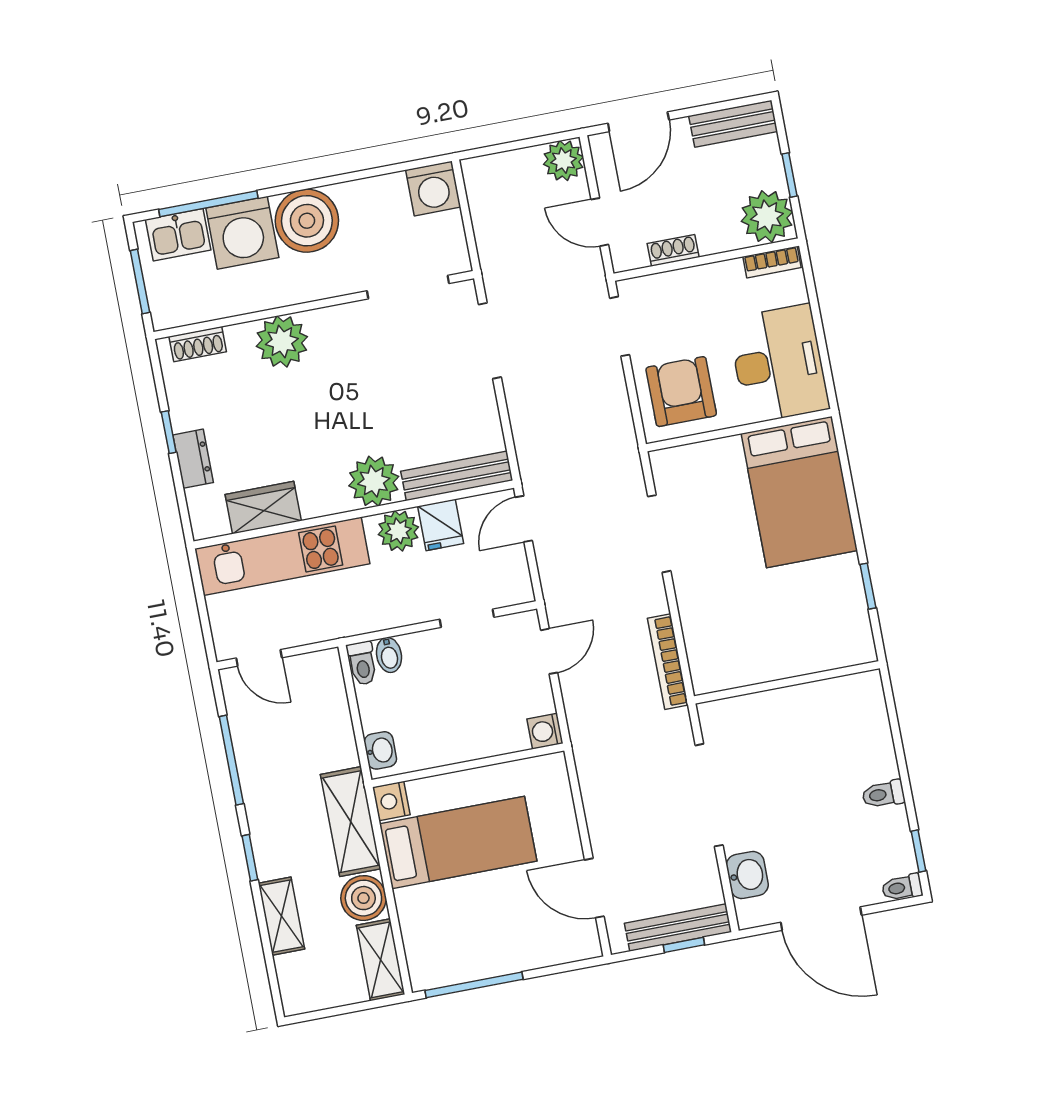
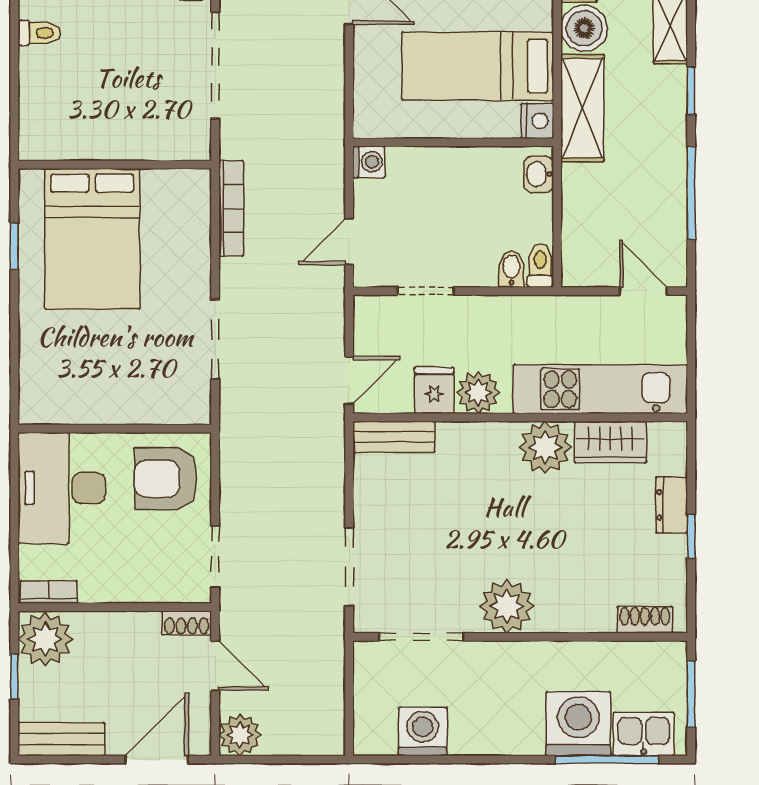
washing machine: (433, 189) -> (423, 732), moved
boiler: (307, 221) -> (511, 723), removed
shoe rack: (673, 250) -> (187, 623), moved
plant: (282, 341) -> (507, 606), moved
armchair: (681, 392) -> (166, 479), turned 90
bench: (457, 476) -> (394, 437), width x0.73
plant: (374, 481) -> (545, 447), moved
bed: (799, 492) -> (92, 239), moved, turned 180

